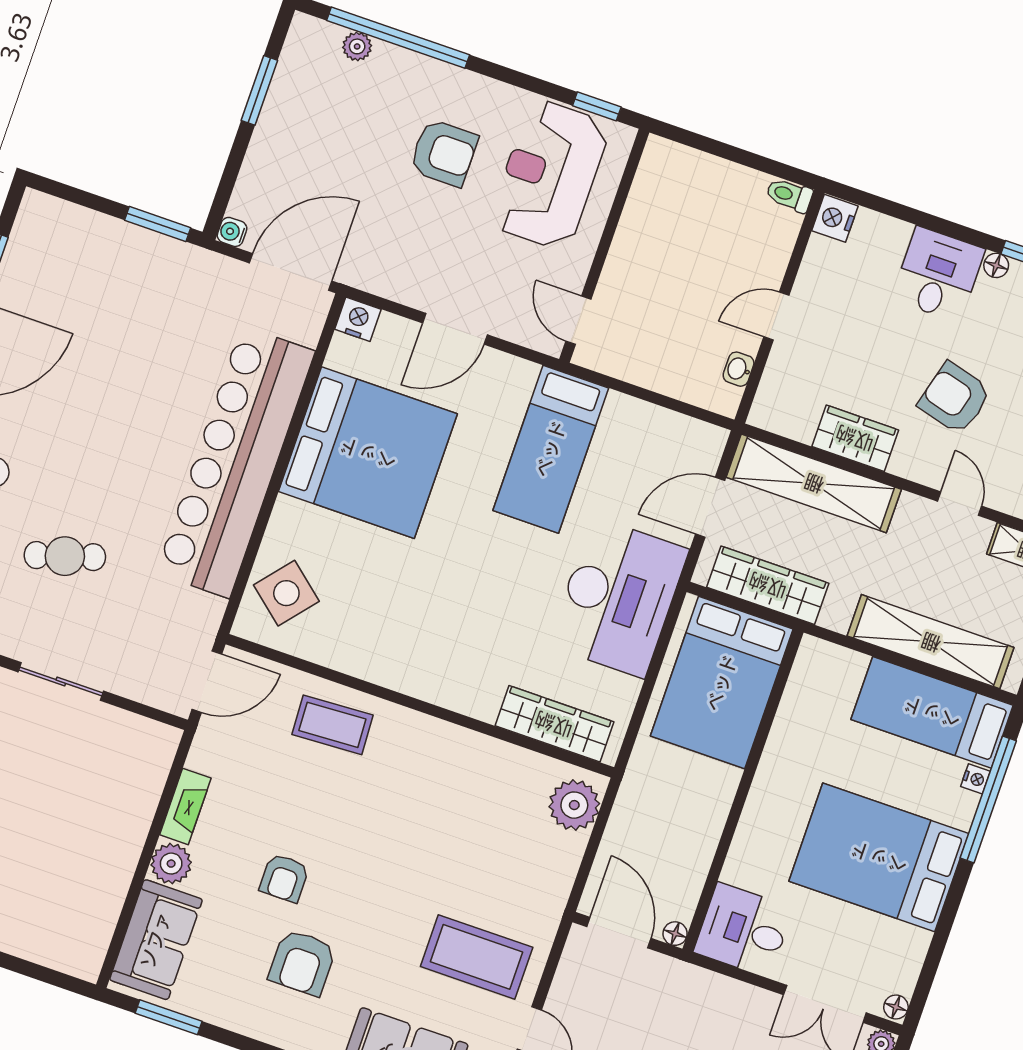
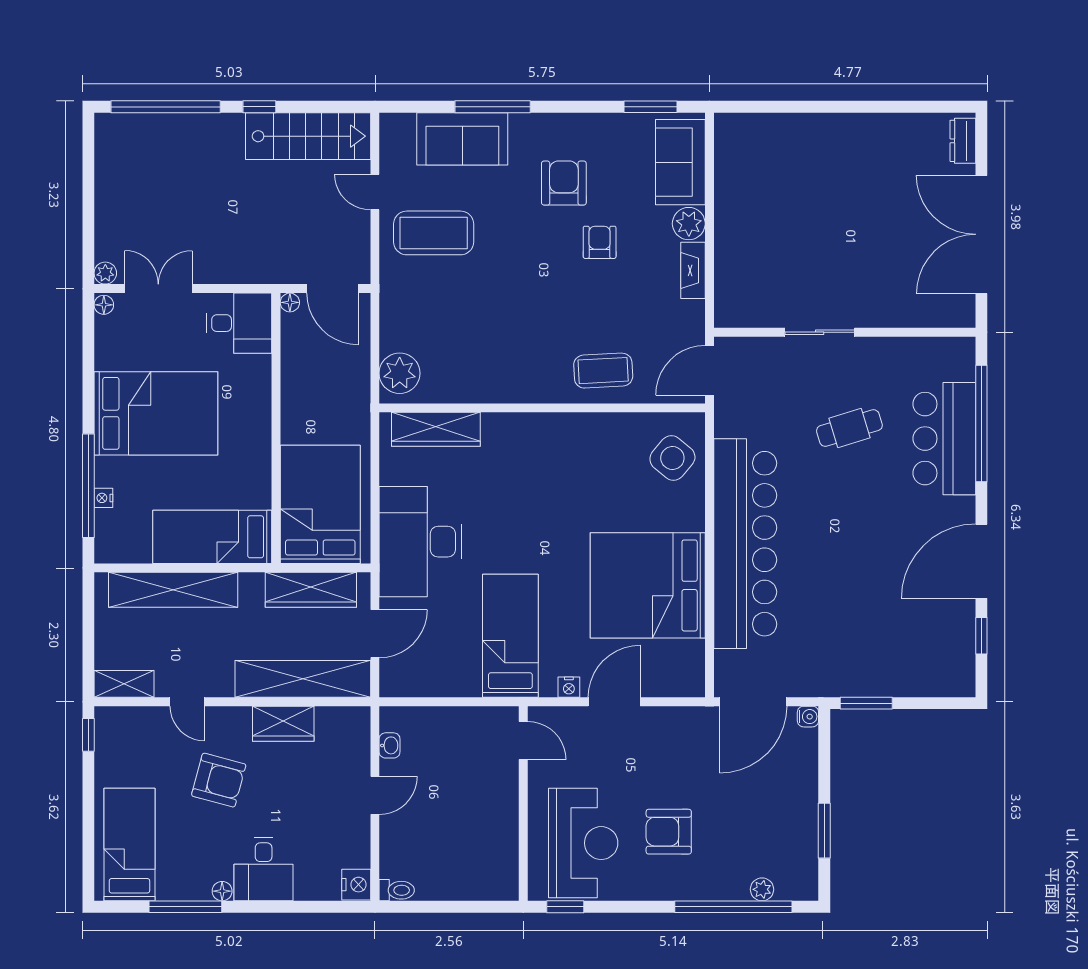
nightstand: (358, 319) -> (569, 687), moved, width x0.72, depth x0.74
bed: (932, 712) -> (212, 537), moved, turned 180

